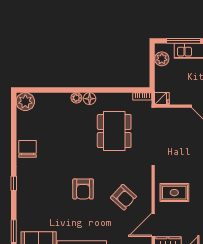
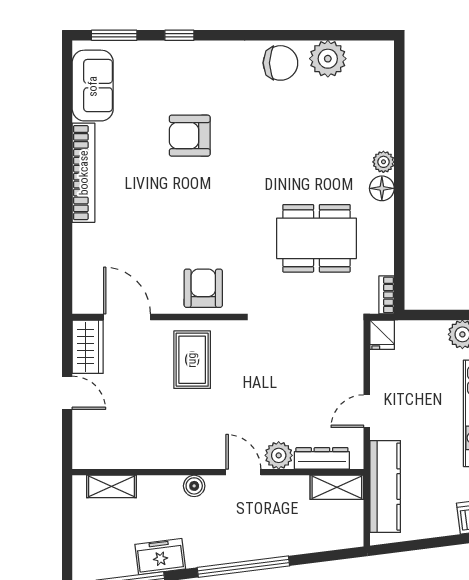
plant: (25, 102) -> (328, 59), moved
window: (14, 183) -> (179, 35), moved
armchair: (83, 189) -> (190, 136), moved
armchair: (123, 197) -> (203, 288), moved, turned 138

